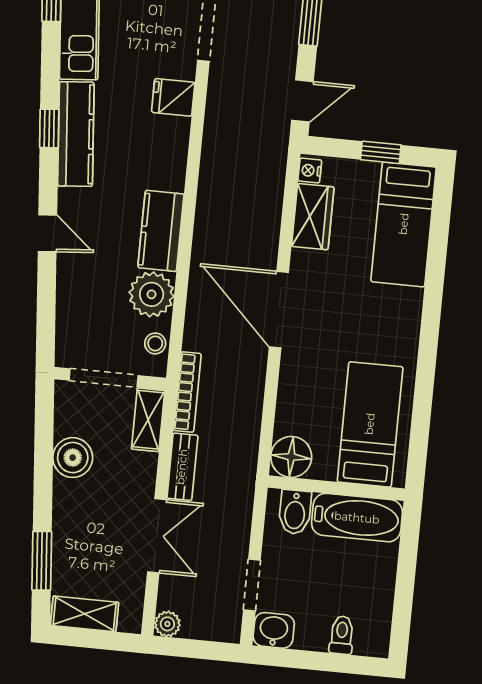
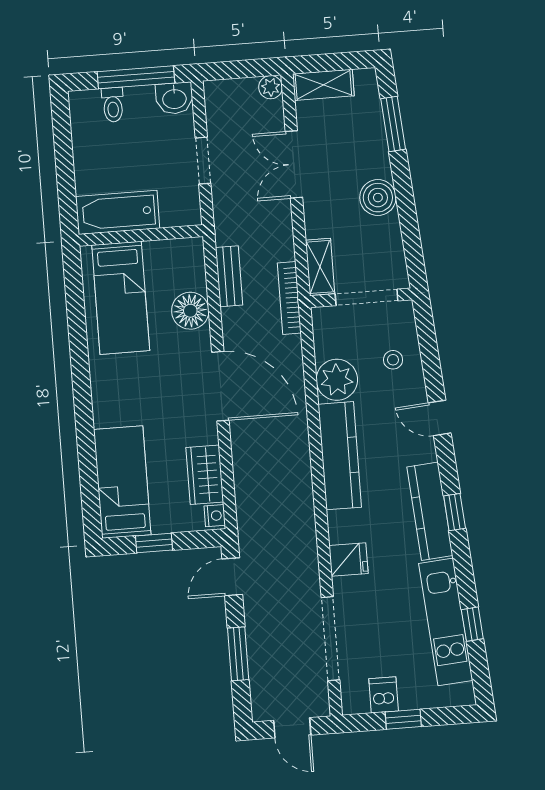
kitchen counter: (161, 231) -> (340, 456), width x1.50
stool: (155, 343) -> (393, 360), moved
floor lamp: (291, 457) -> (190, 311), moved
boiler: (73, 458) -> (378, 198), moved
bench: (182, 467) -> (229, 276), moved
bidet: (295, 512) -> (174, 207), removed
doorway: (252, 585) -> (203, 161), moved
shelving: (85, 614) -> (323, 85), moved
window: (311, 660) -> (136, 77), added

